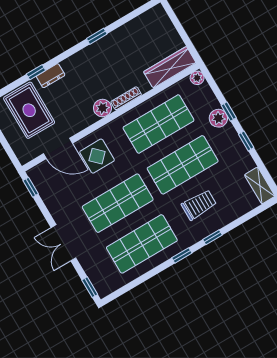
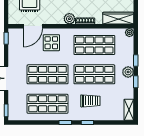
plant: (218, 118) -> (128, 72), moved
door: (58, 148) -> (33, 26), hinge flipped

